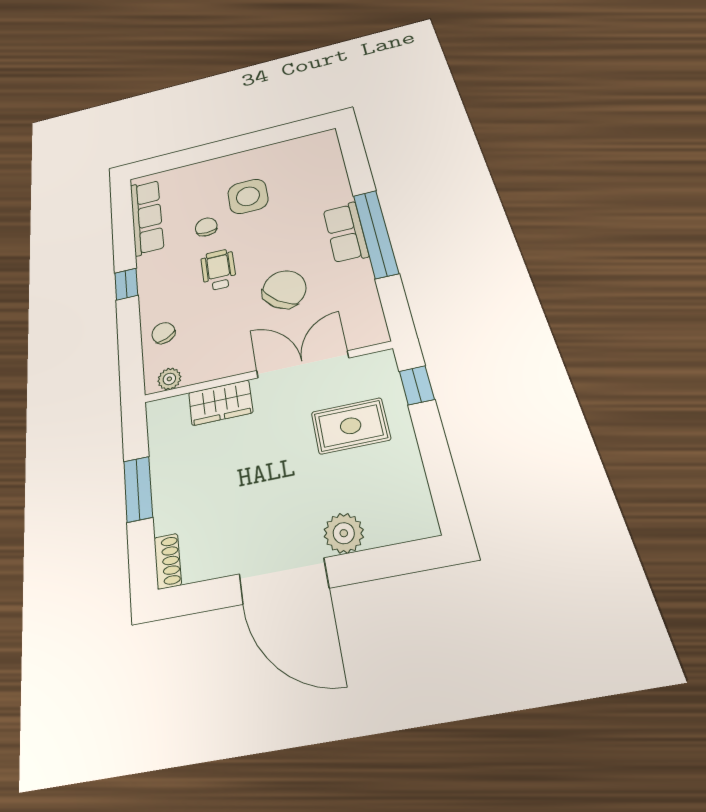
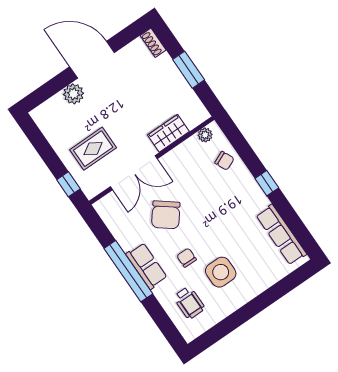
chair: (206, 227) -> (187, 258), moved, turned 180
wheelchair: (218, 270) -> (189, 303), moved

